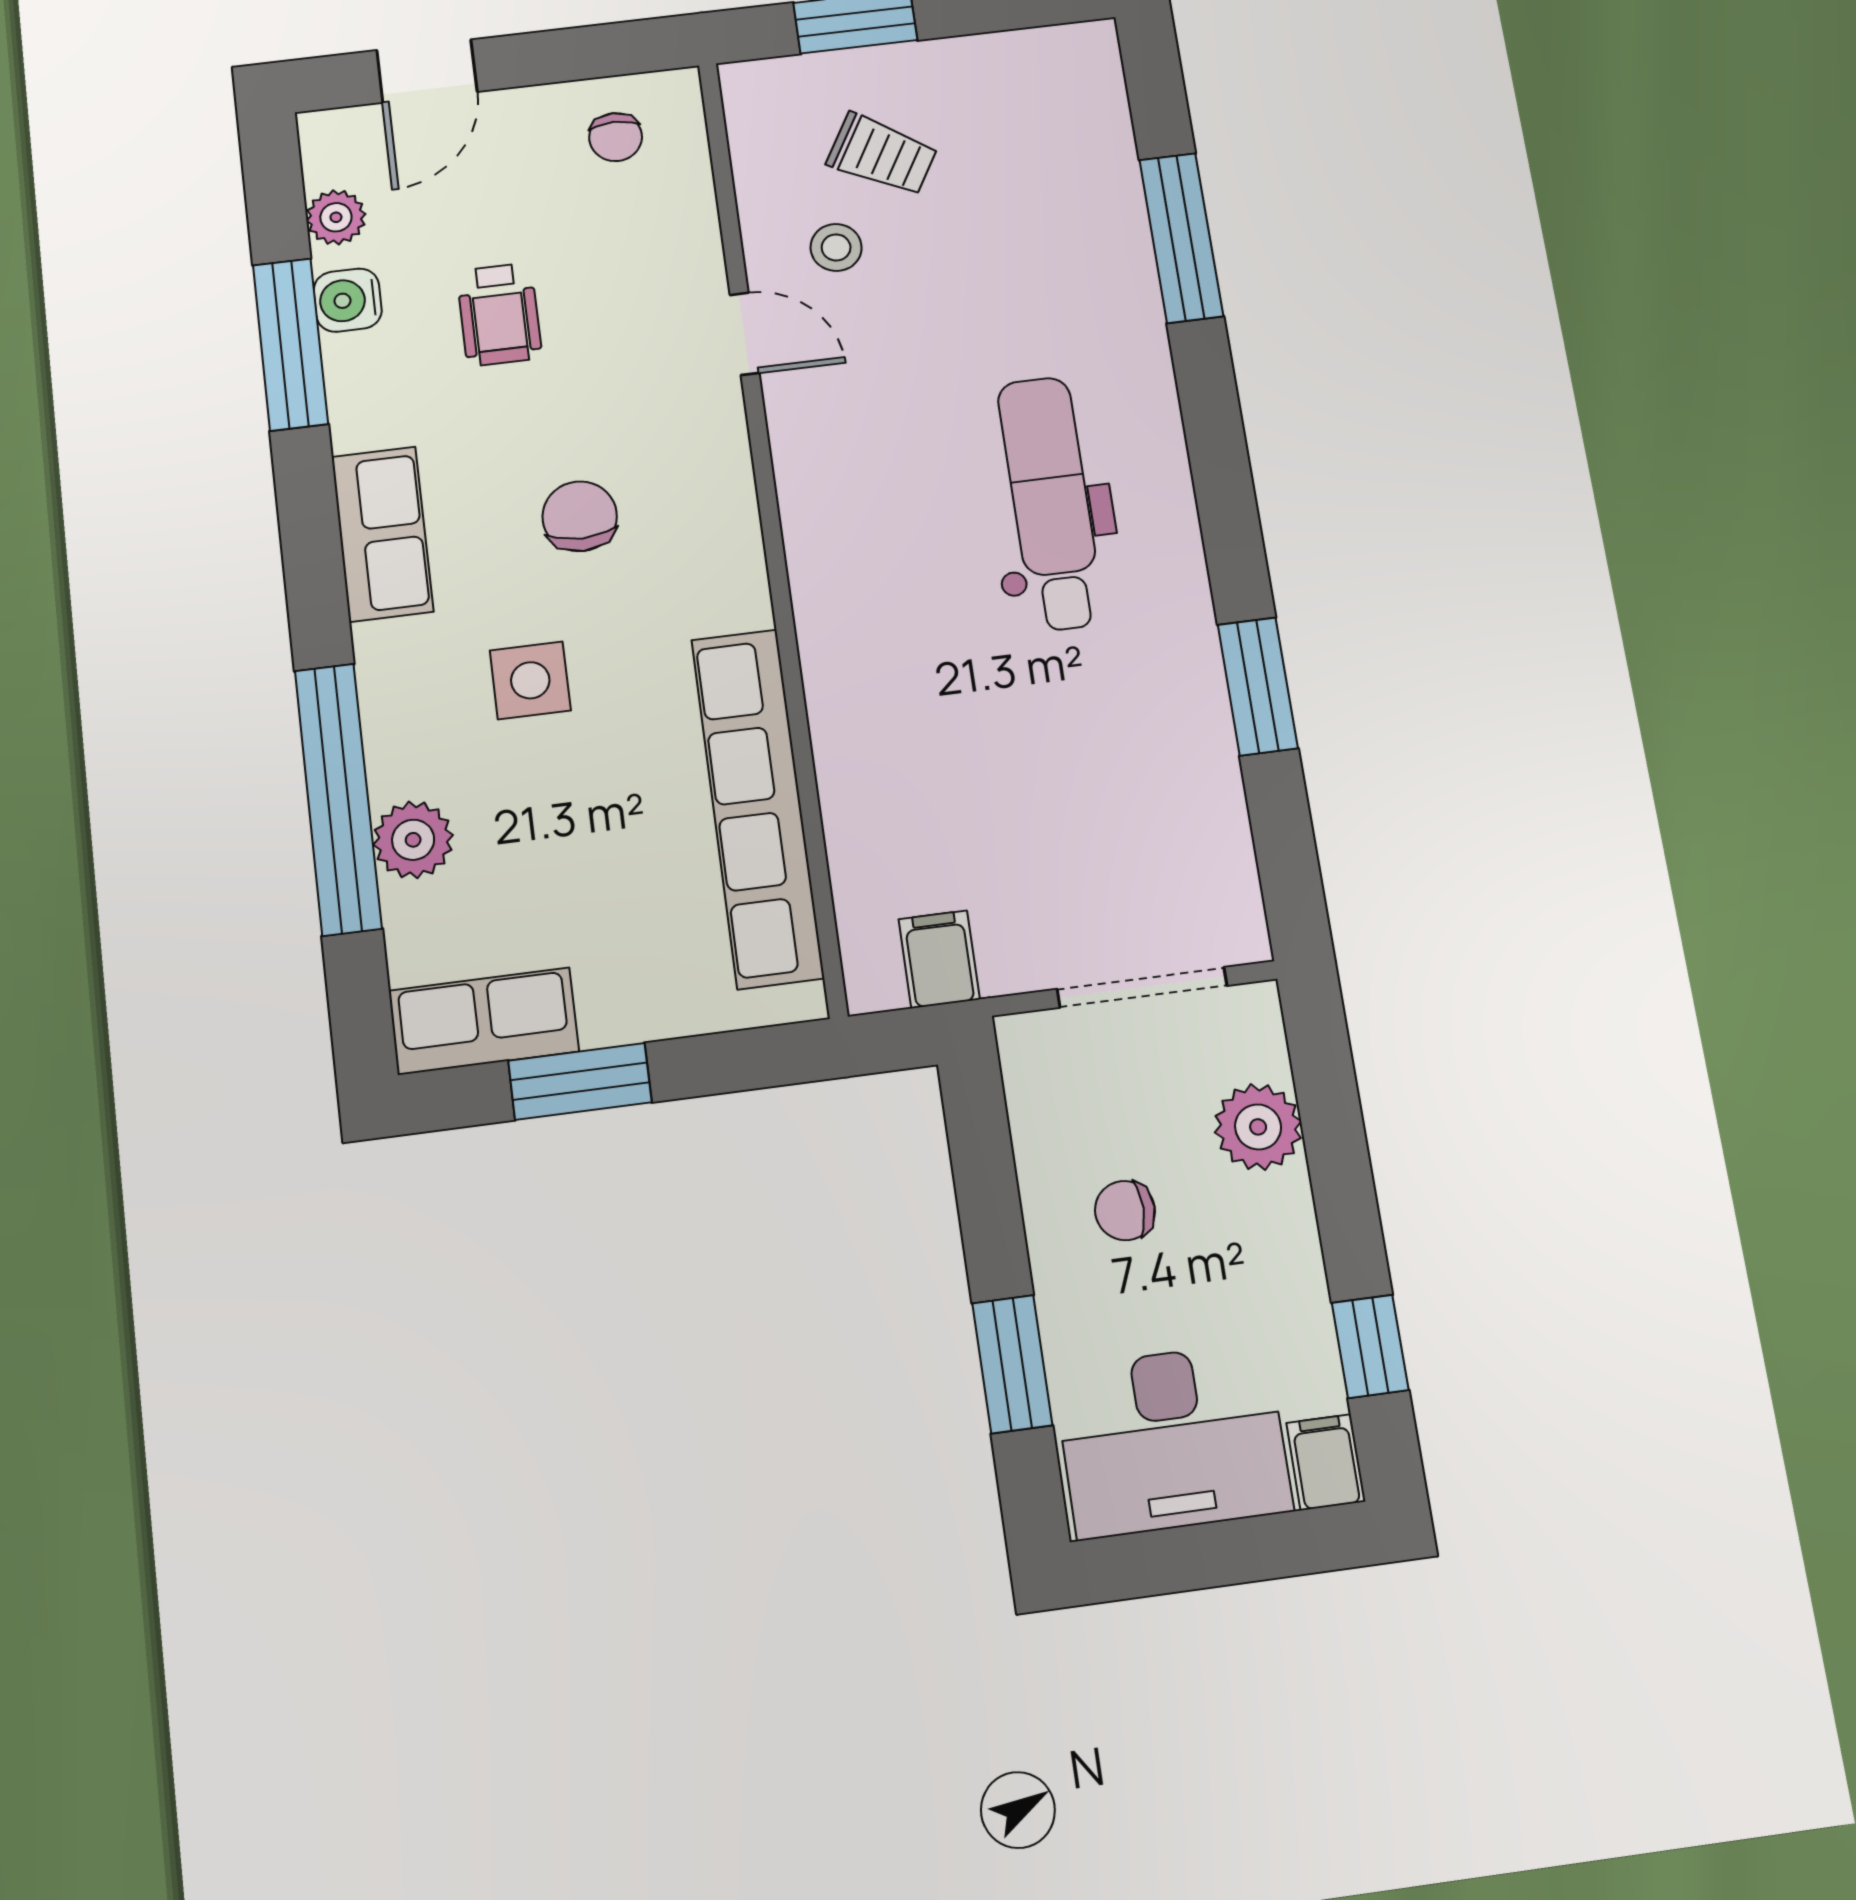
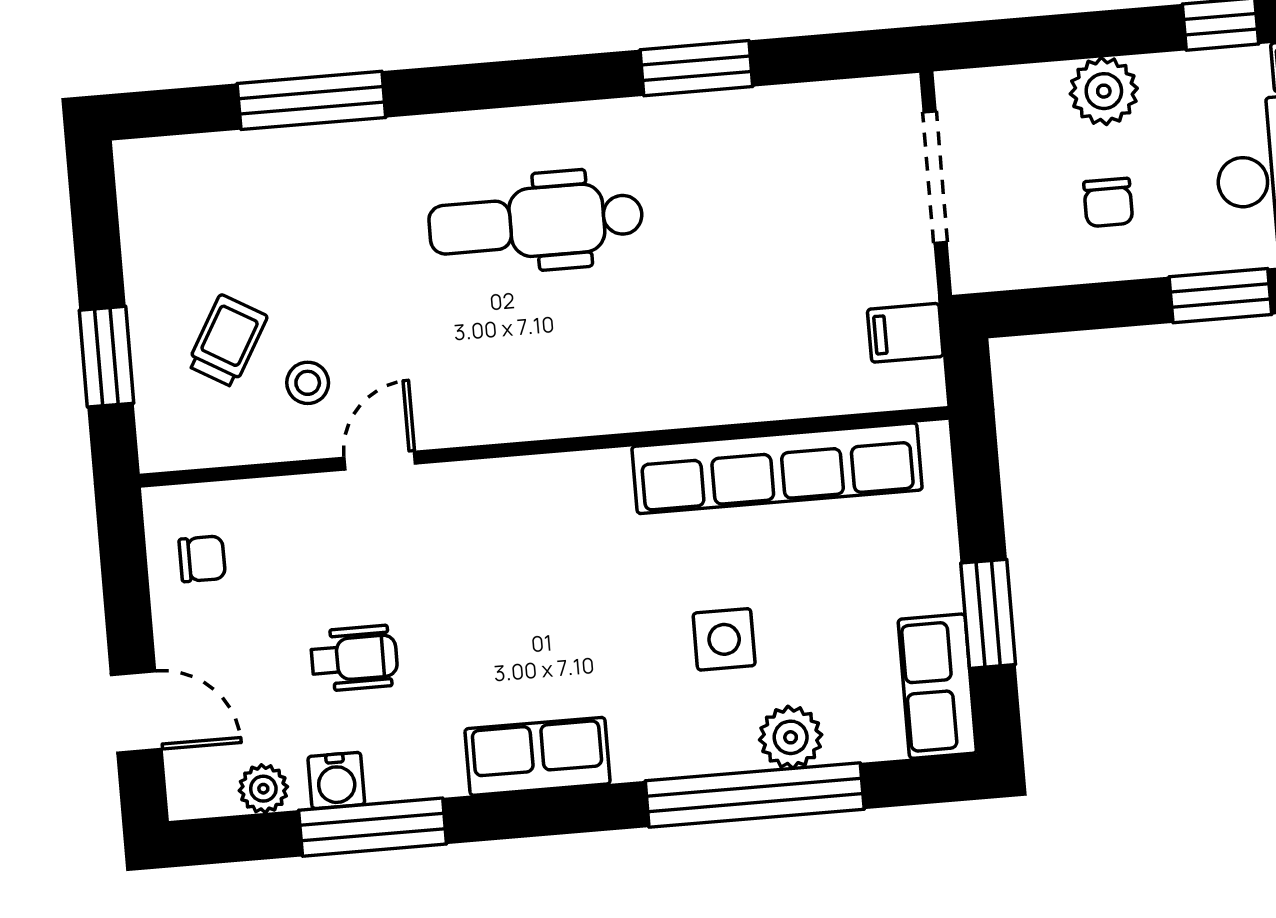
chair: (580, 516) -> (530, 599), removed
side table: (530, 680) -> (724, 639), moved
plant: (1258, 1127) -> (1104, 91), moved

